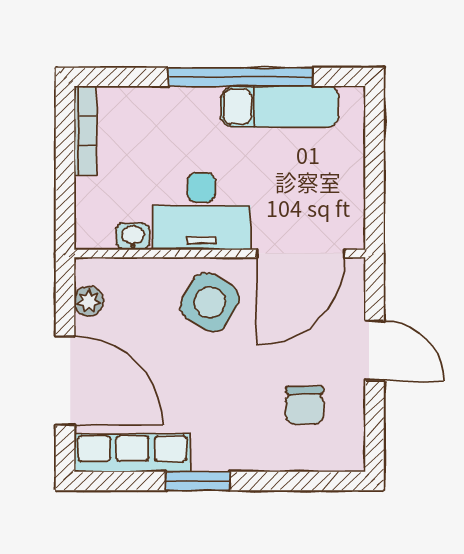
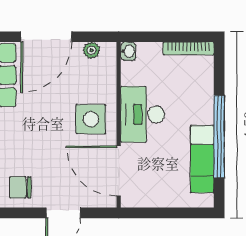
washbasin: (133, 237) -> (128, 51), moved
side table: (210, 302) -> (91, 119), turned -30
chair: (305, 405) -> (20, 187), moved

